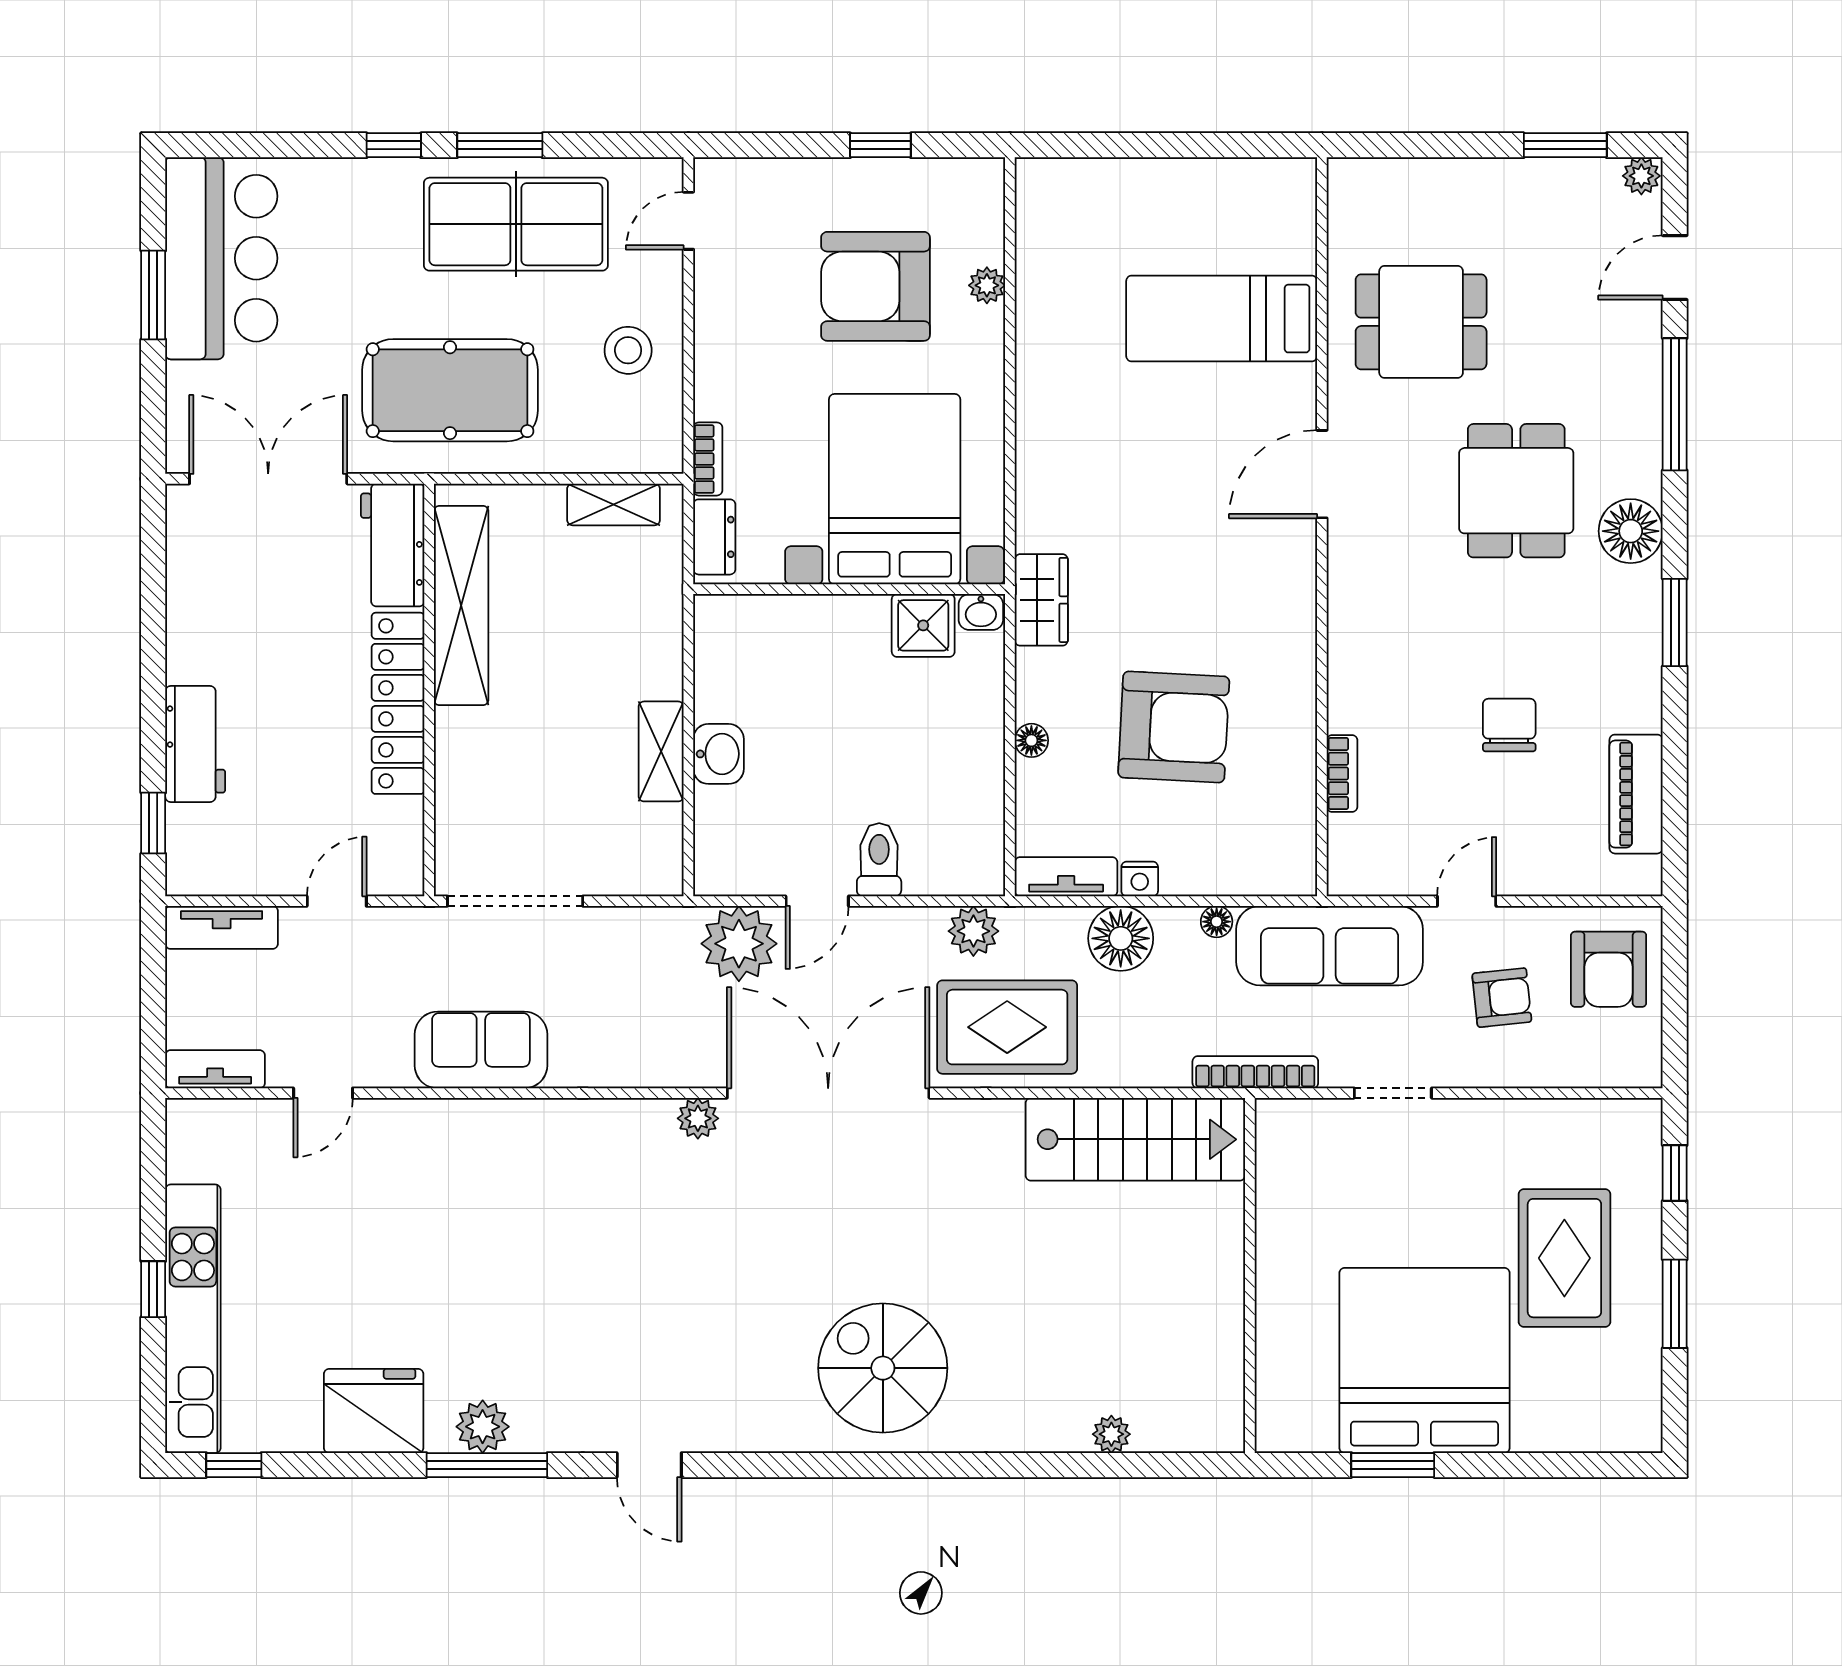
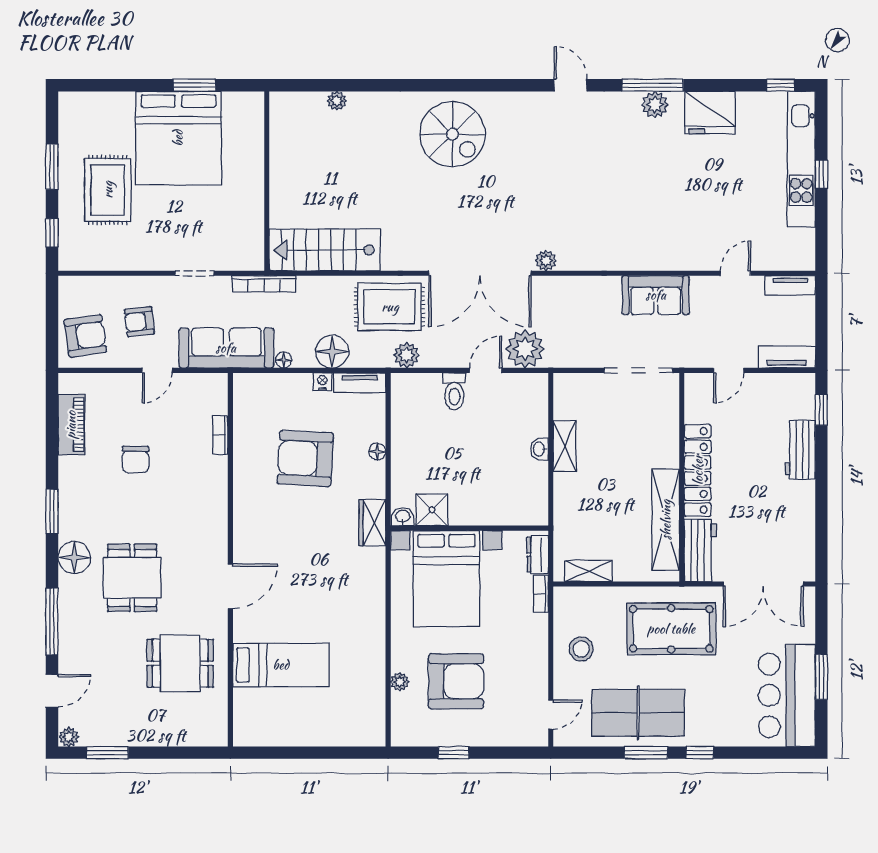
washbasin: (719, 754) -> (539, 449), width x0.72, depth x0.69
armchair: (1609, 969) -> (85, 336), turned 82

